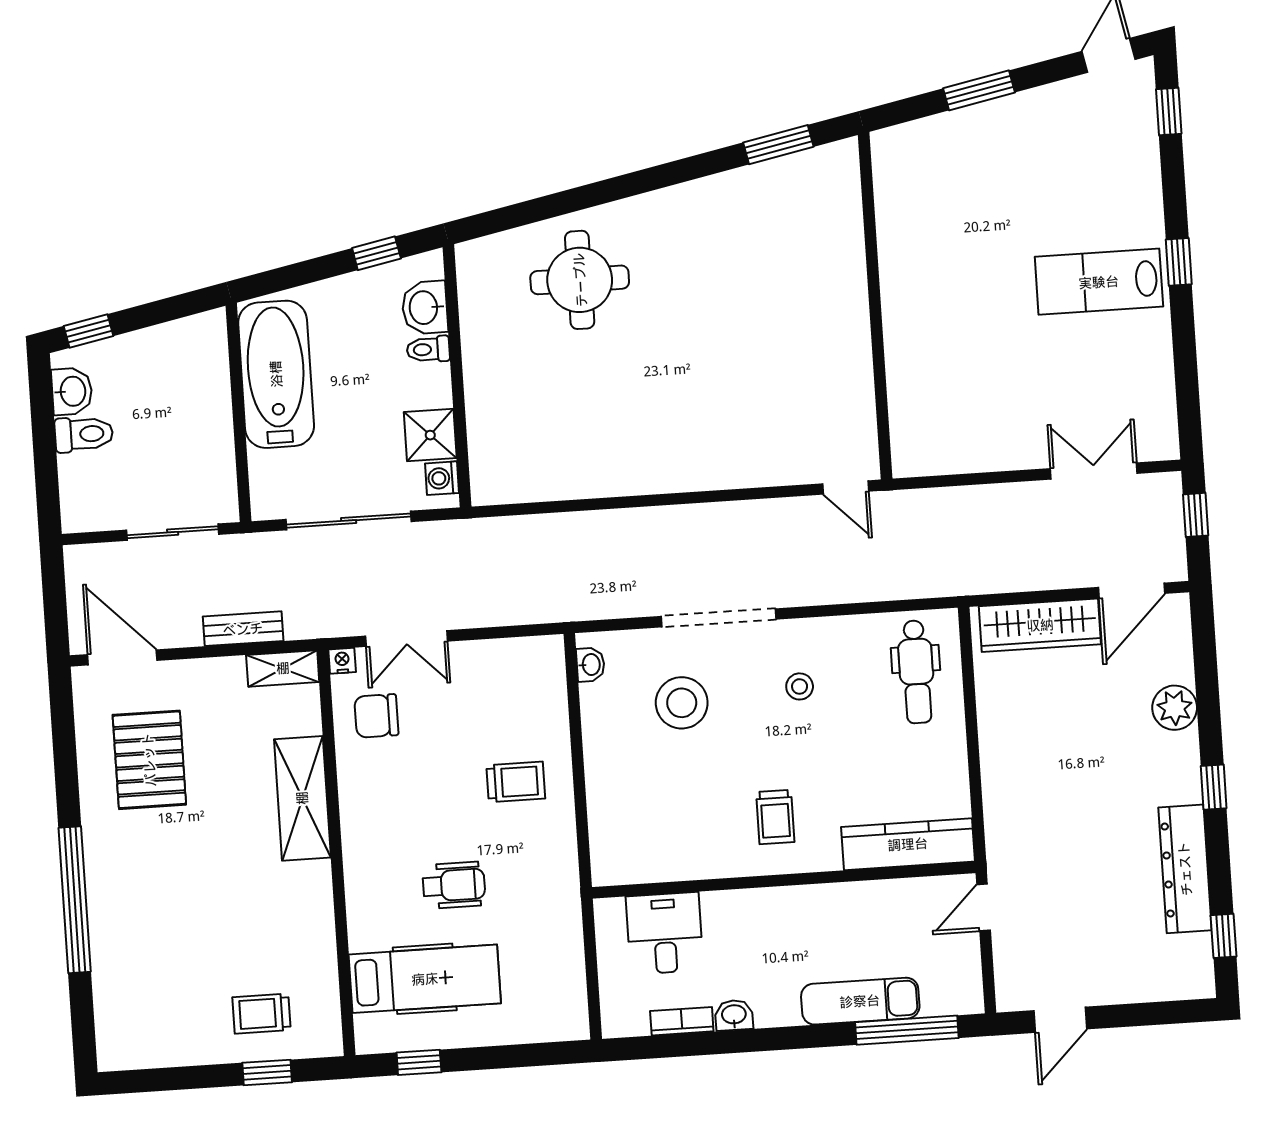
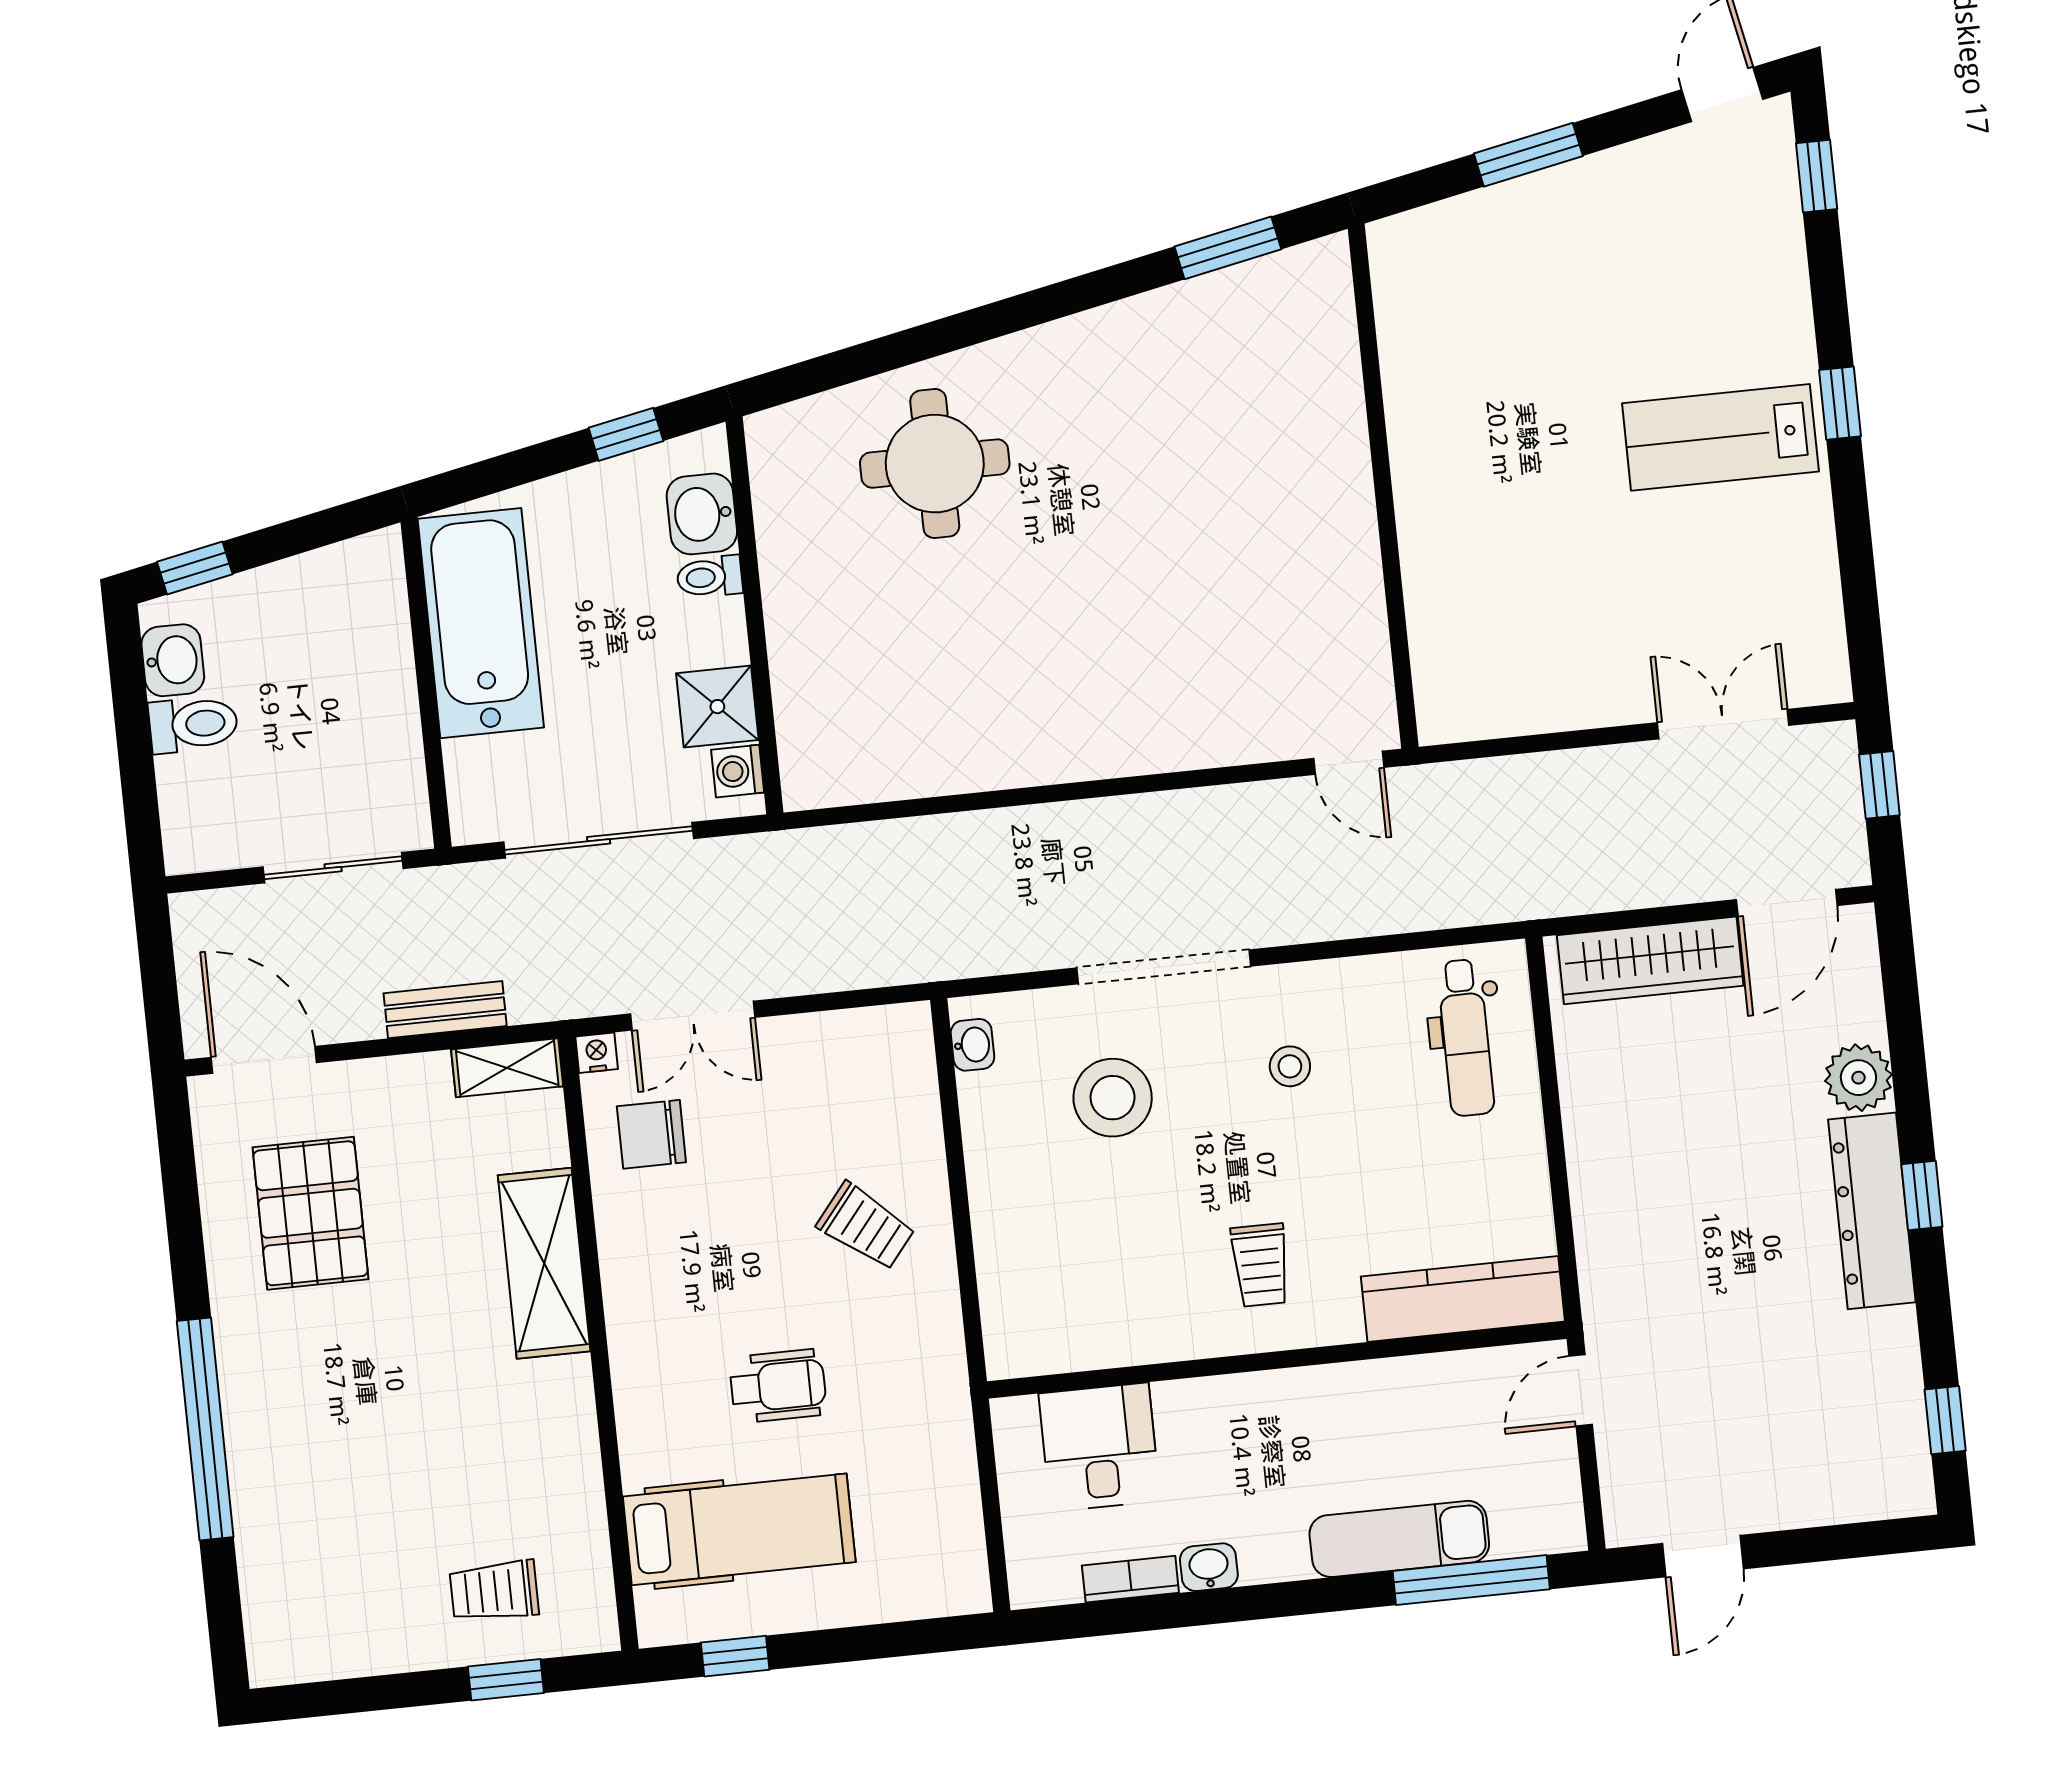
trolley: (516, 782) -> (866, 1226), turned 39
dresser: (1185, 869) -> (1872, 1211), moved

